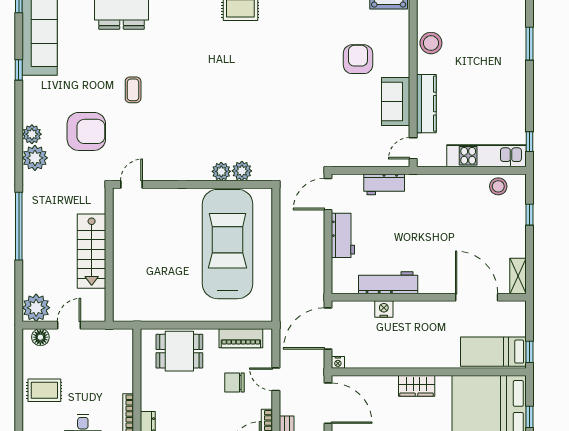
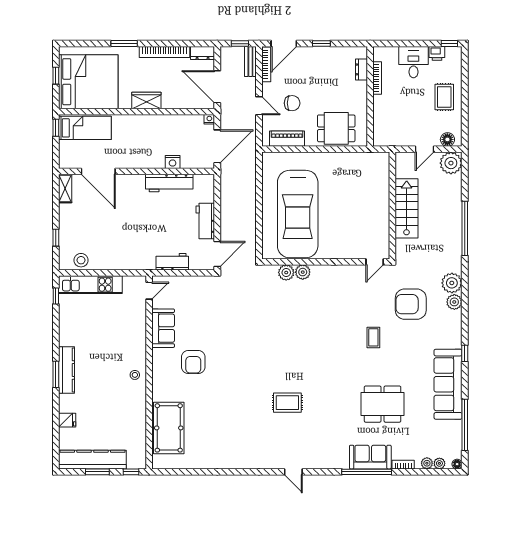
stool: (431, 43) -> (135, 375), width x0.53, depth x0.53
kitchen counter: (426, 104) -> (67, 370), moved, turned 180
rug: (44, 390) -> (444, 97), turned 90

